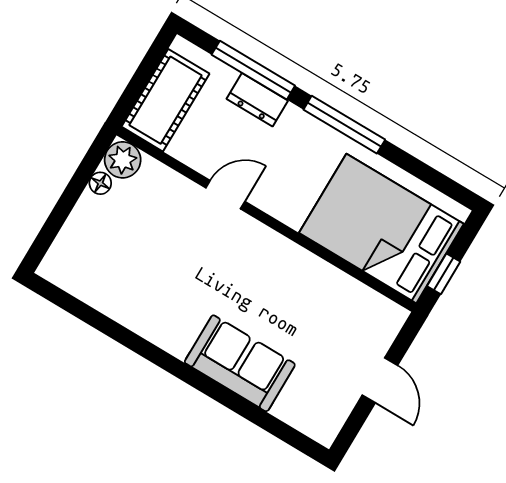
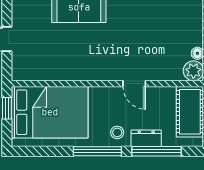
stool: (296, 135) -> (117, 132), added
door: (225, 195) -> (134, 84), hinge flipped

